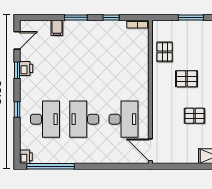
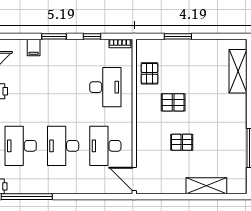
desk: (124, 65) -> (105, 87), added
desk: (45, 119) -> (21, 146), turned 180
desk: (124, 119) -> (105, 146), turned 180

